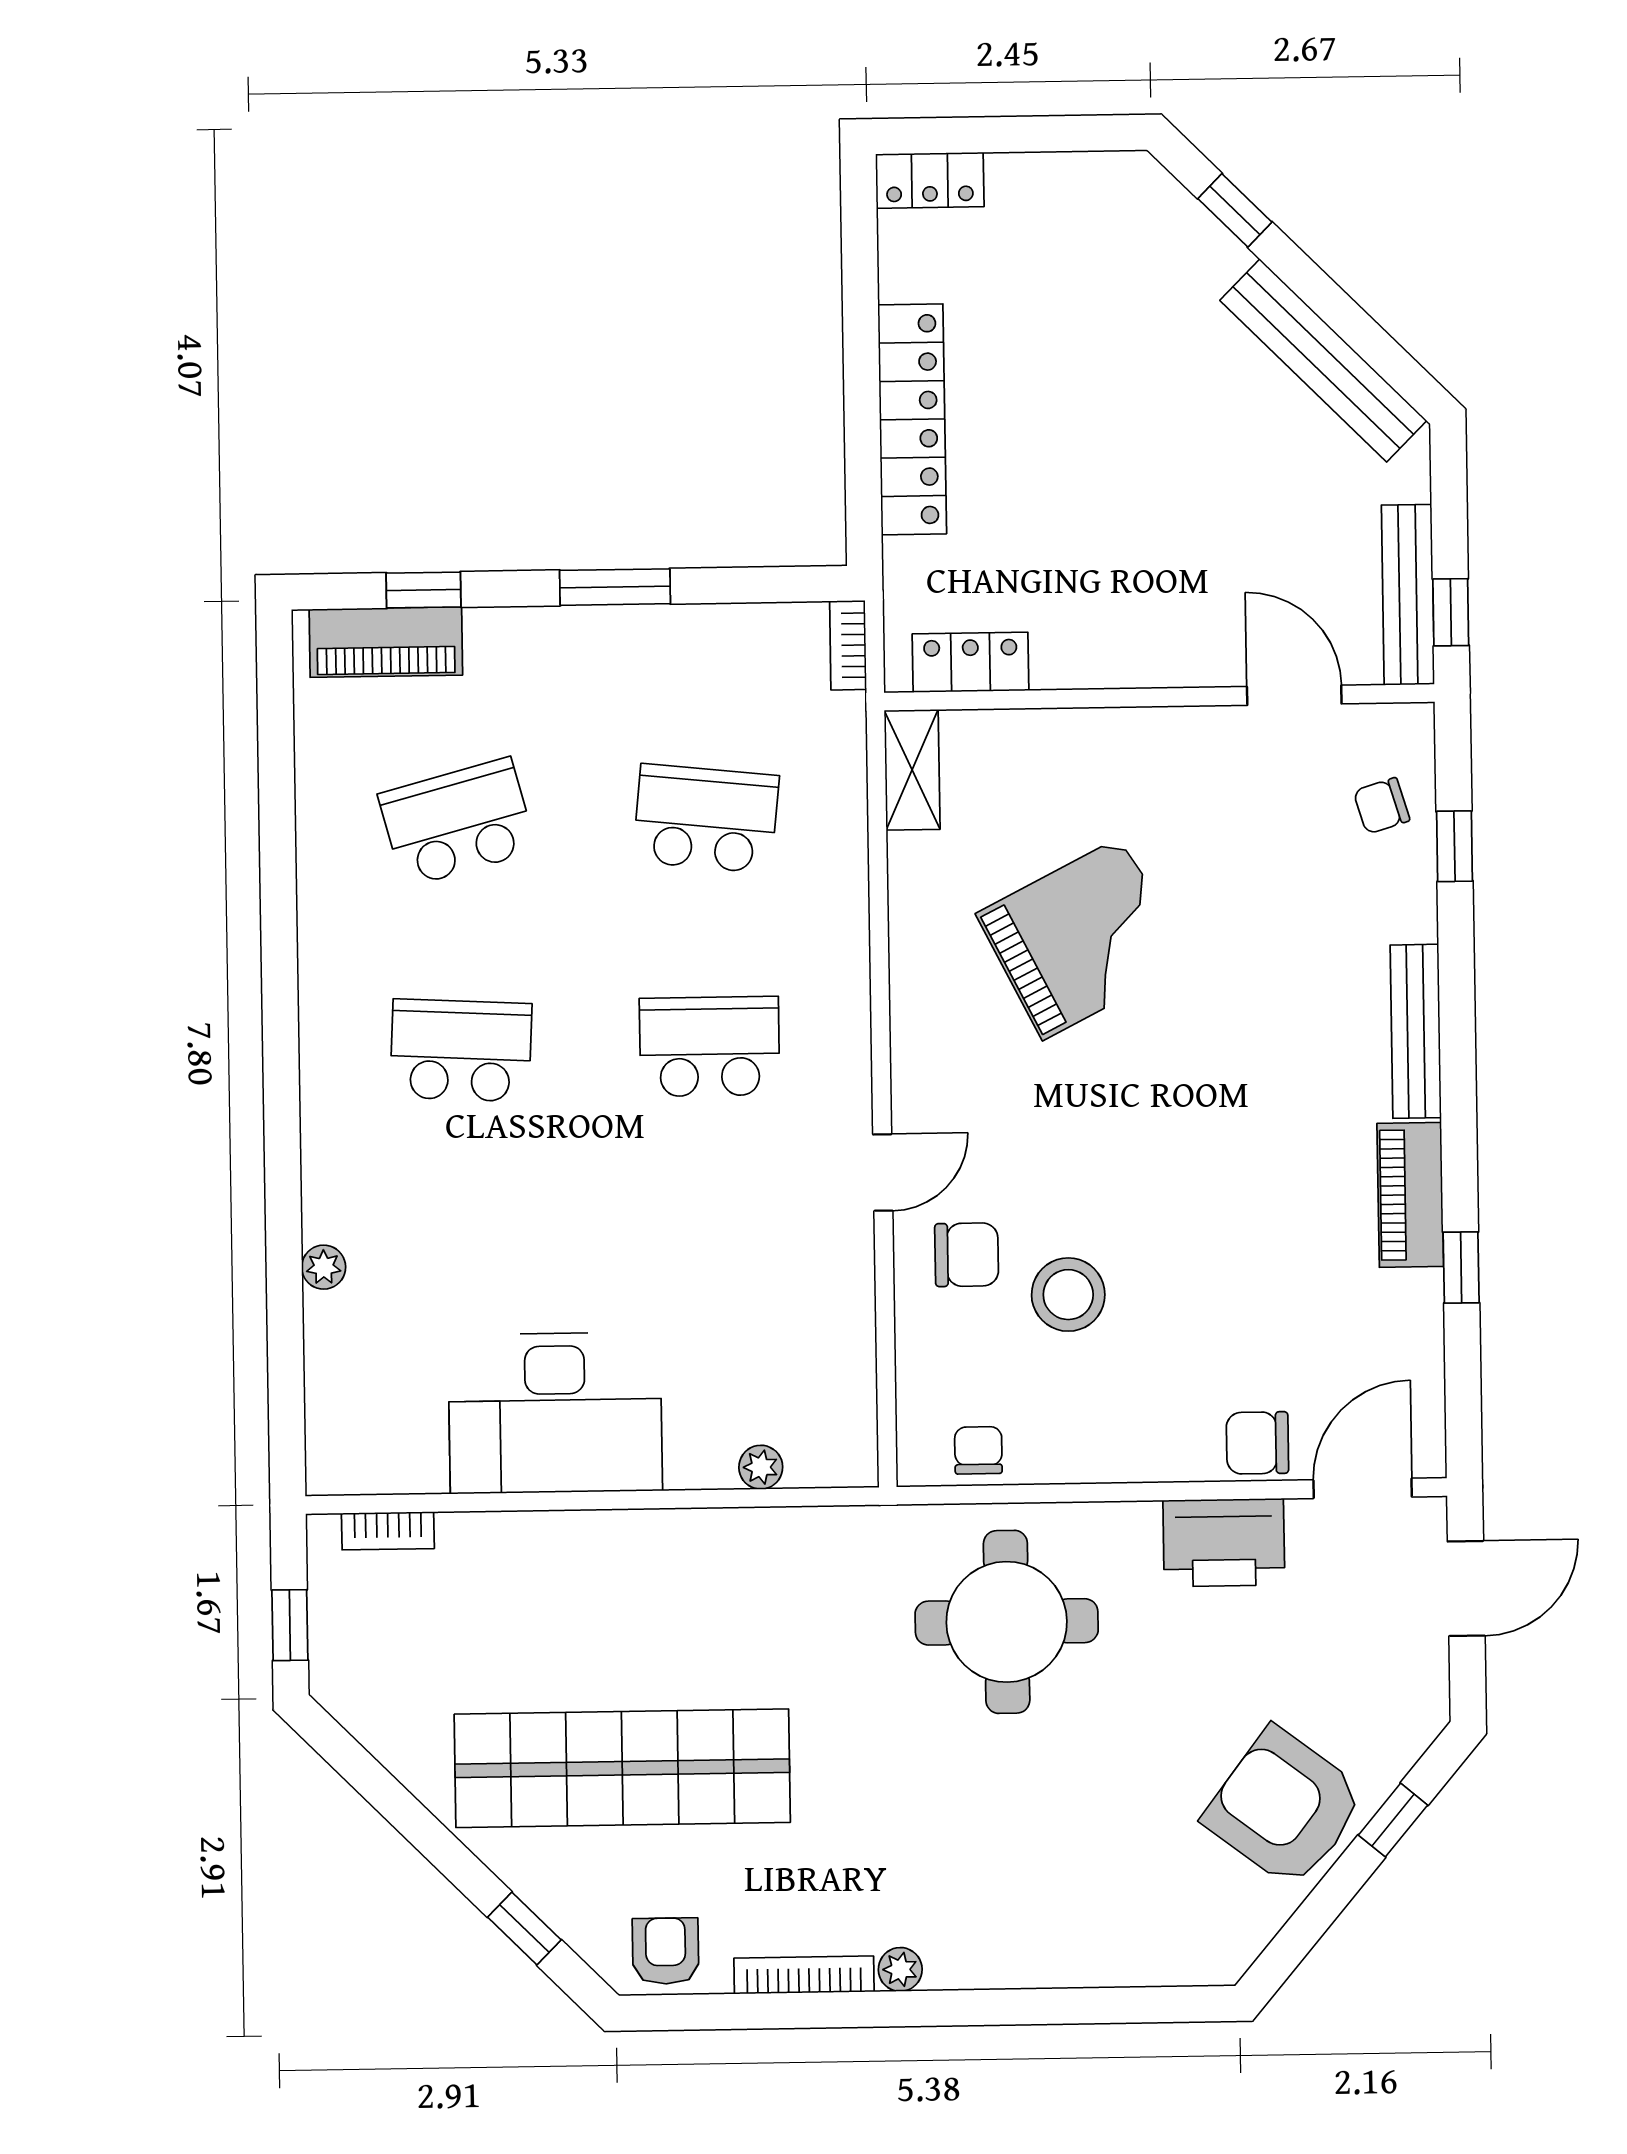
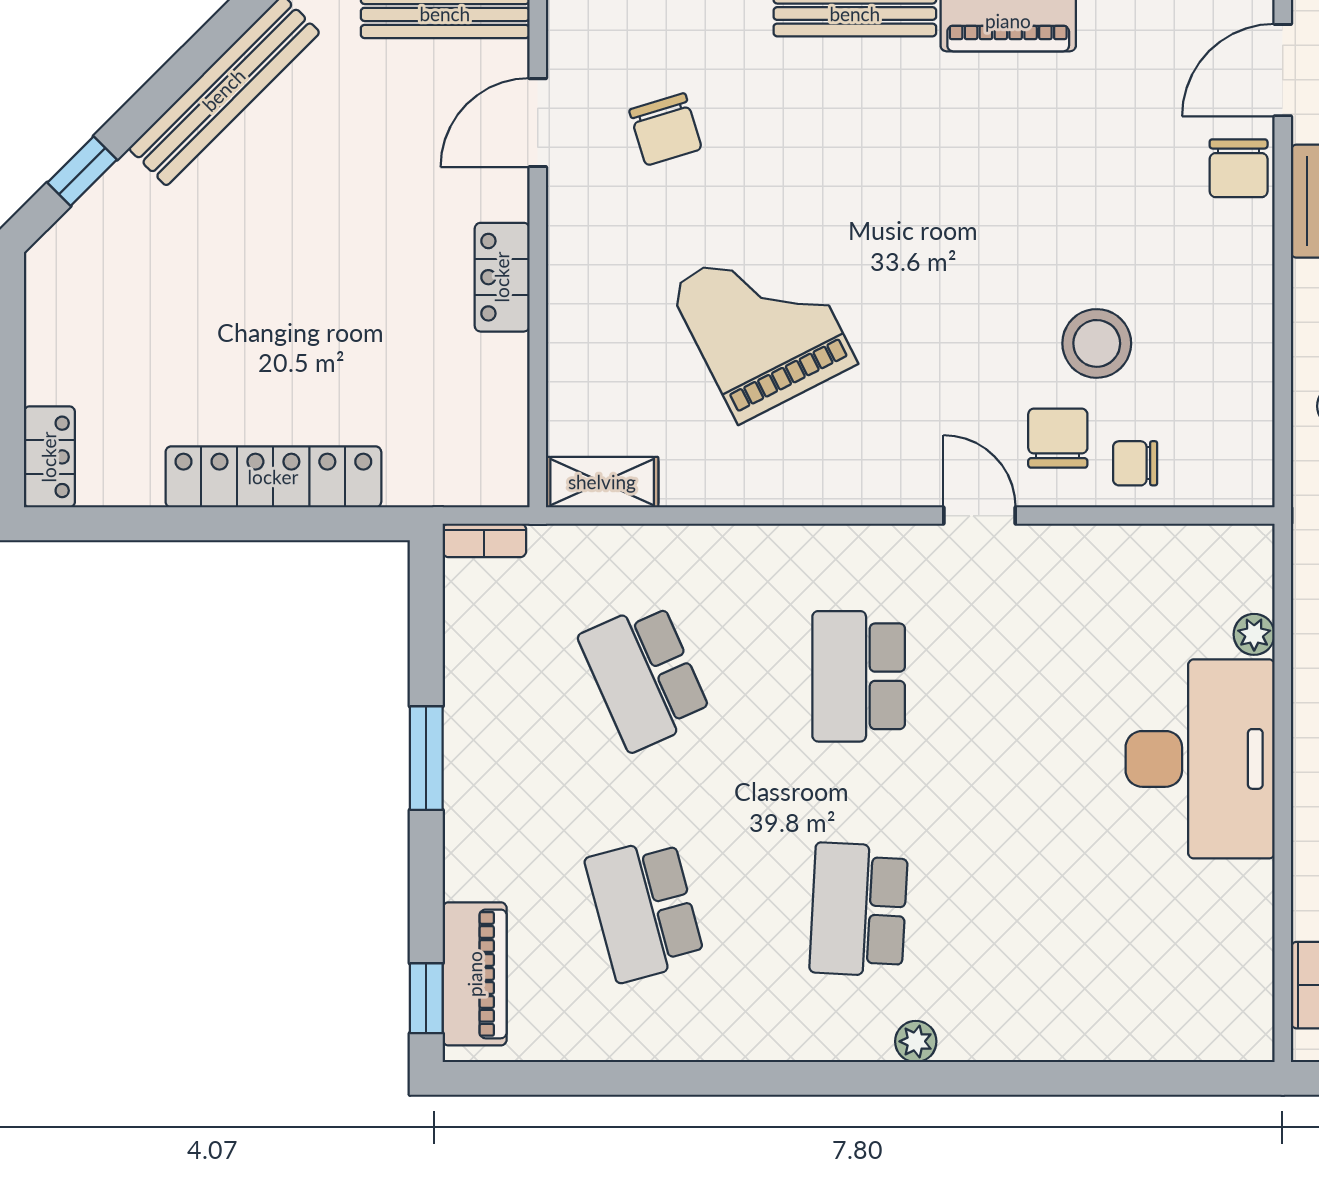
window: (424, 590) -> (426, 998), moved
locker: (970, 662) -> (502, 277), moved
chair: (1382, 806) -> (665, 129), moved, width x1.37, depth x1.37
school desk: (706, 819) -> (645, 676), turned -30
plant: (324, 1267) -> (916, 1041), moved
desk: (555, 1413) -> (1200, 759), moved
chair: (978, 1450) -> (1135, 463), moved
door: (1363, 1488) -> (1283, 70), hinge flipped

